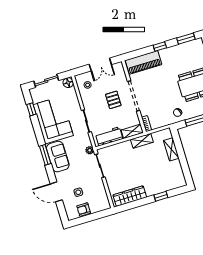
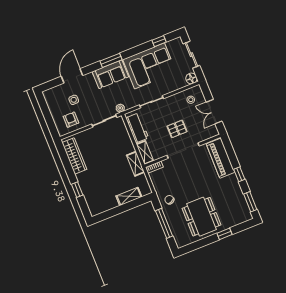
armchair: (84, 210) -> (71, 120), moved

